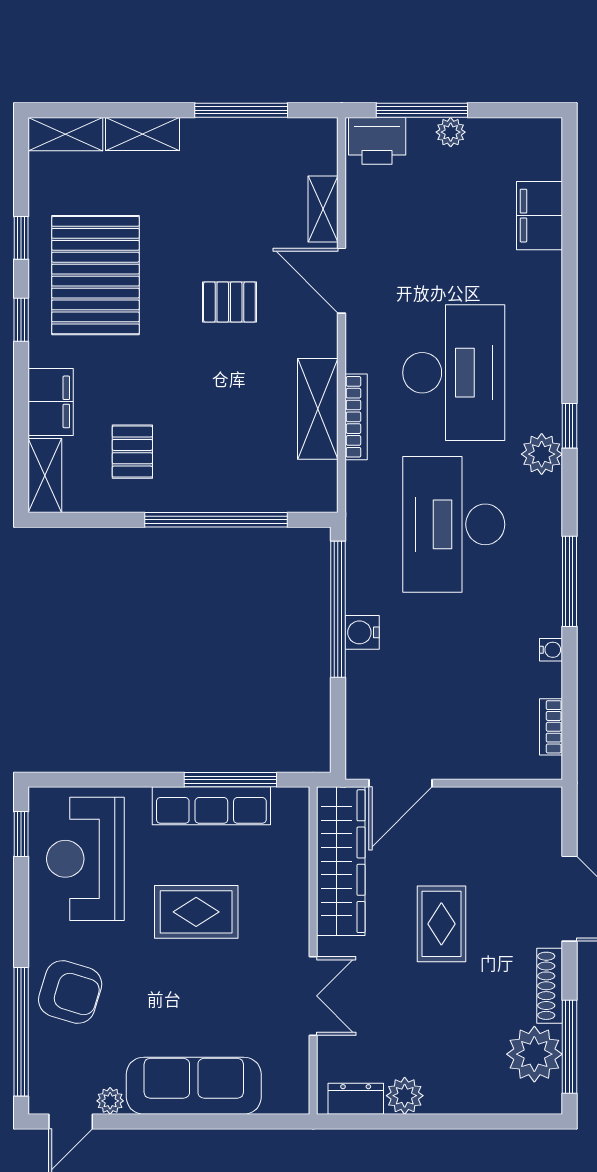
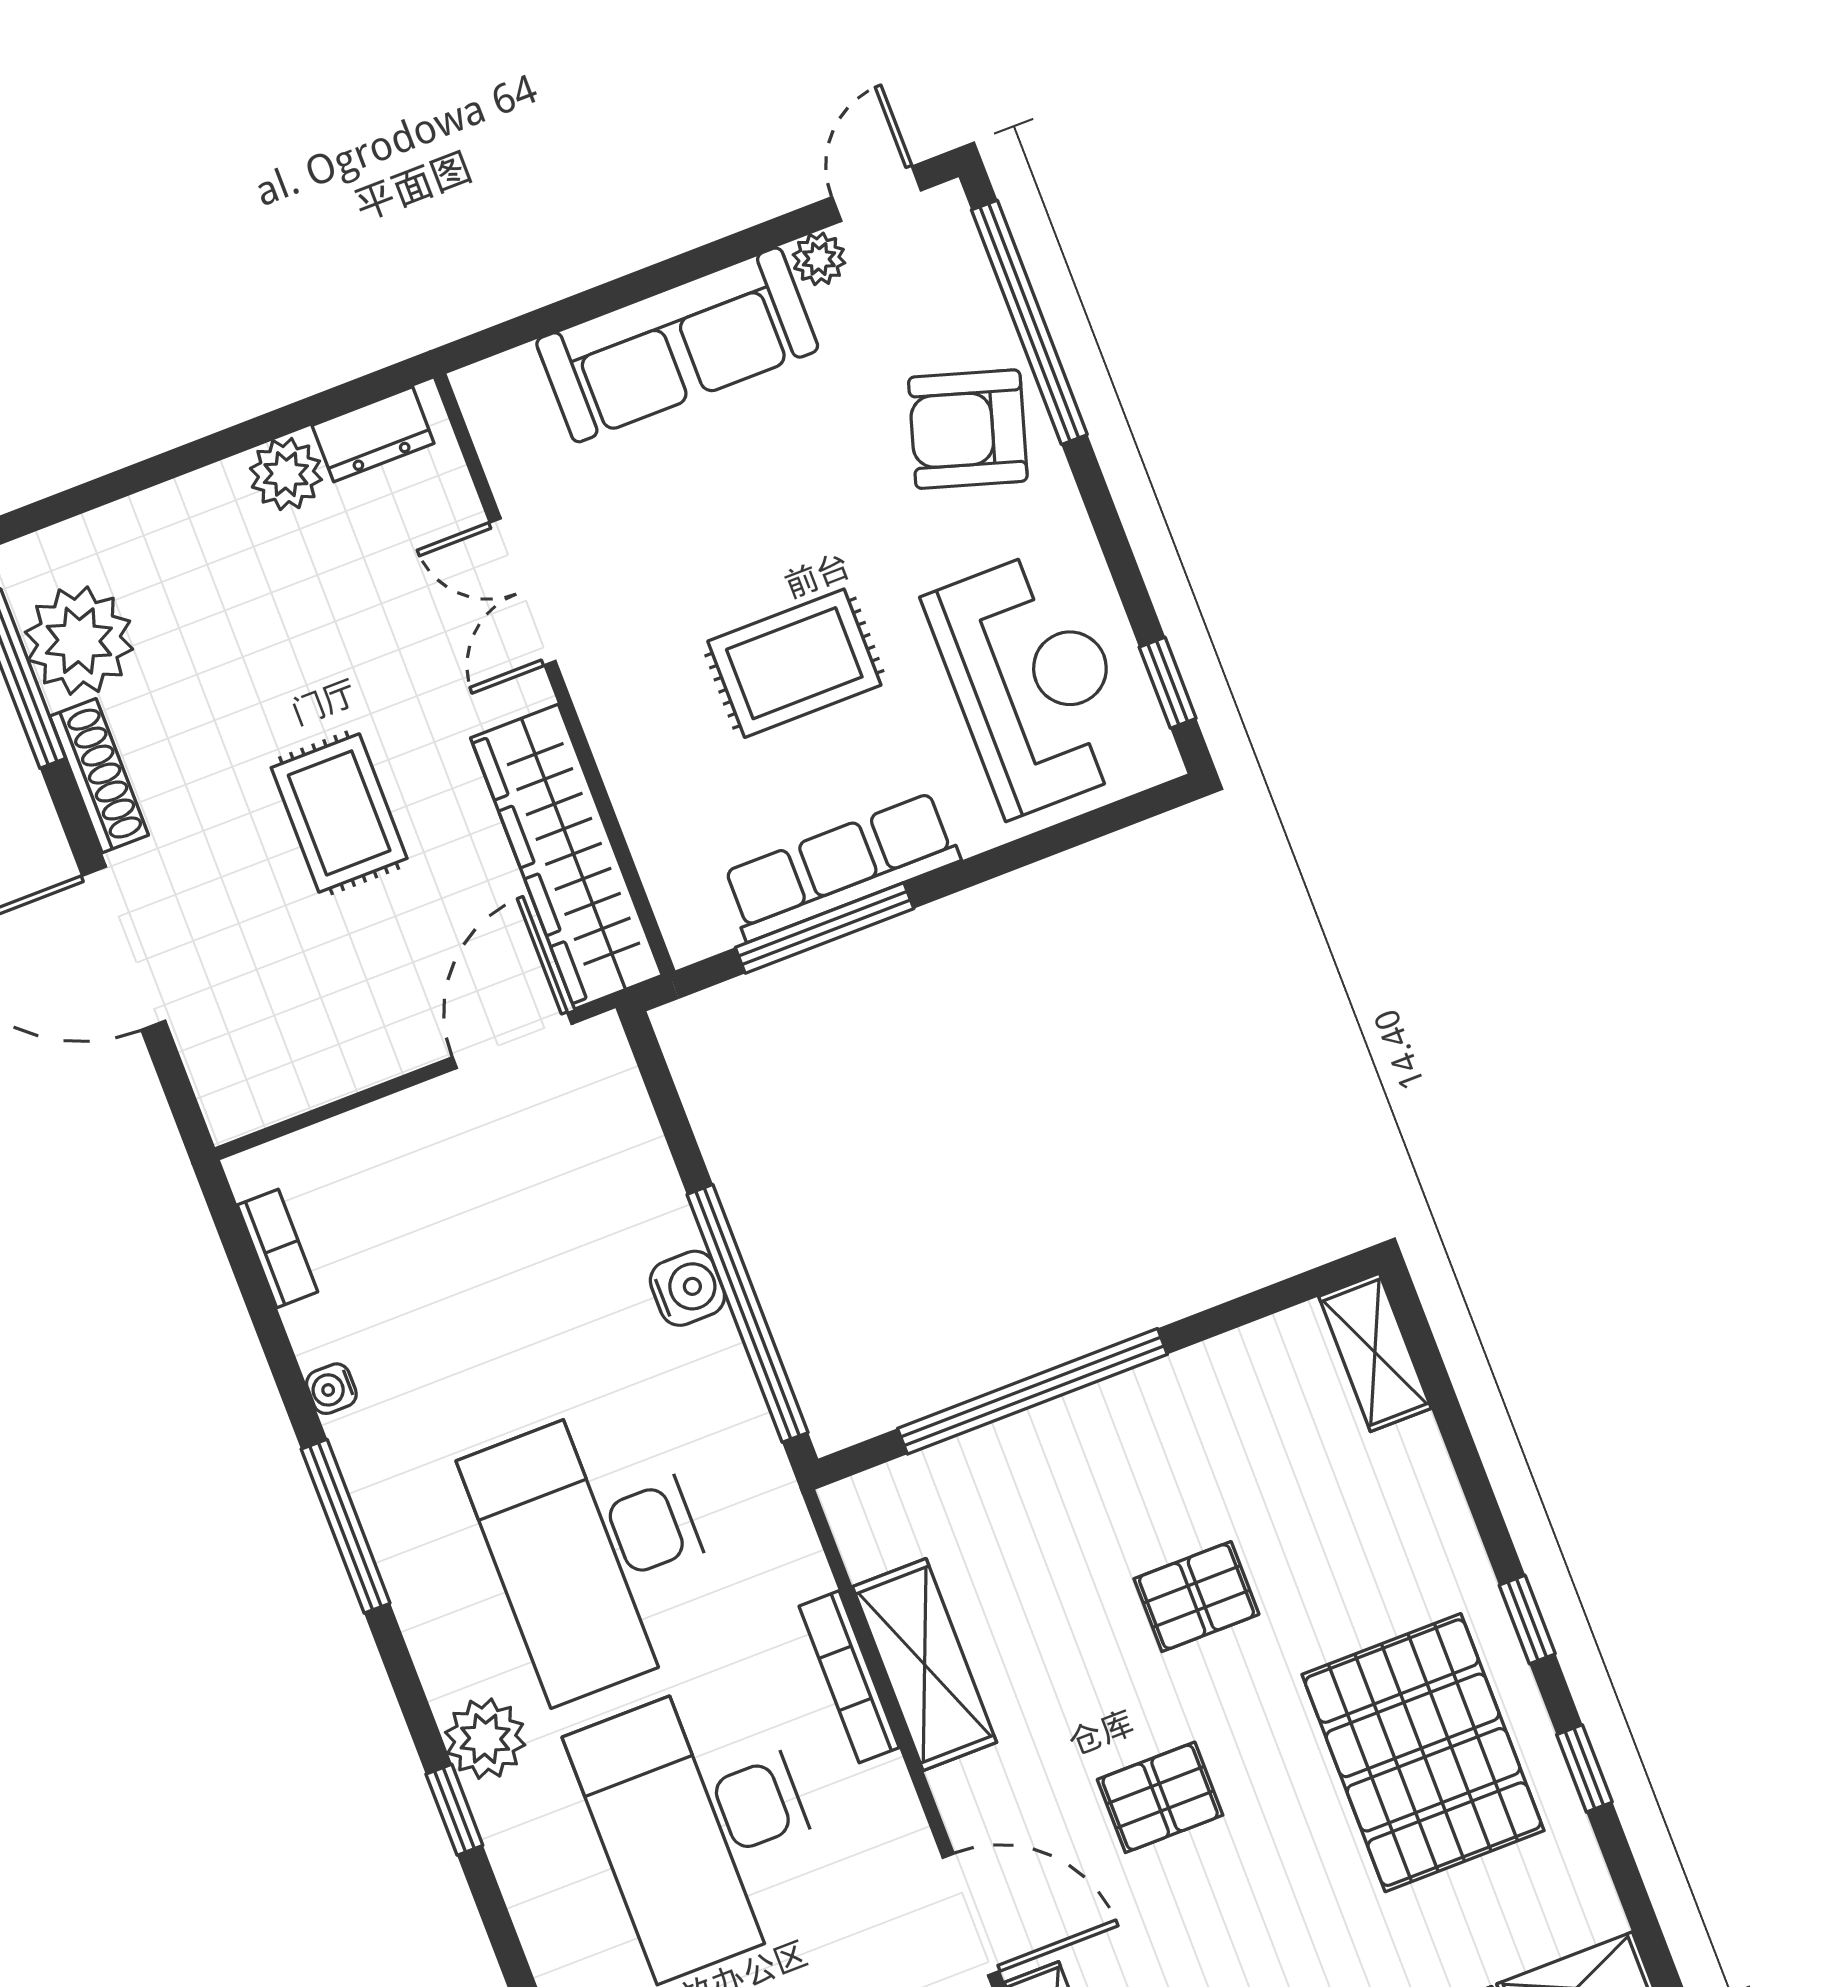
filing cabinet: (51, 402) -> (1416, 1490), removed
pallet: (132, 452) -> (1196, 1597), moved, turned 90
desk: (454, 524) -> (596, 1549), turned 180

